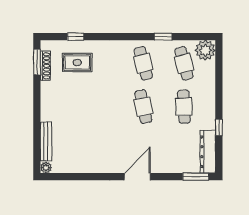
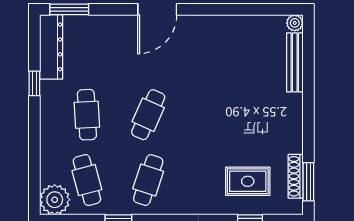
cafe table: (143, 63) -> (148, 180), turned 33
cafe table: (143, 107) -> (148, 115), turned 36

